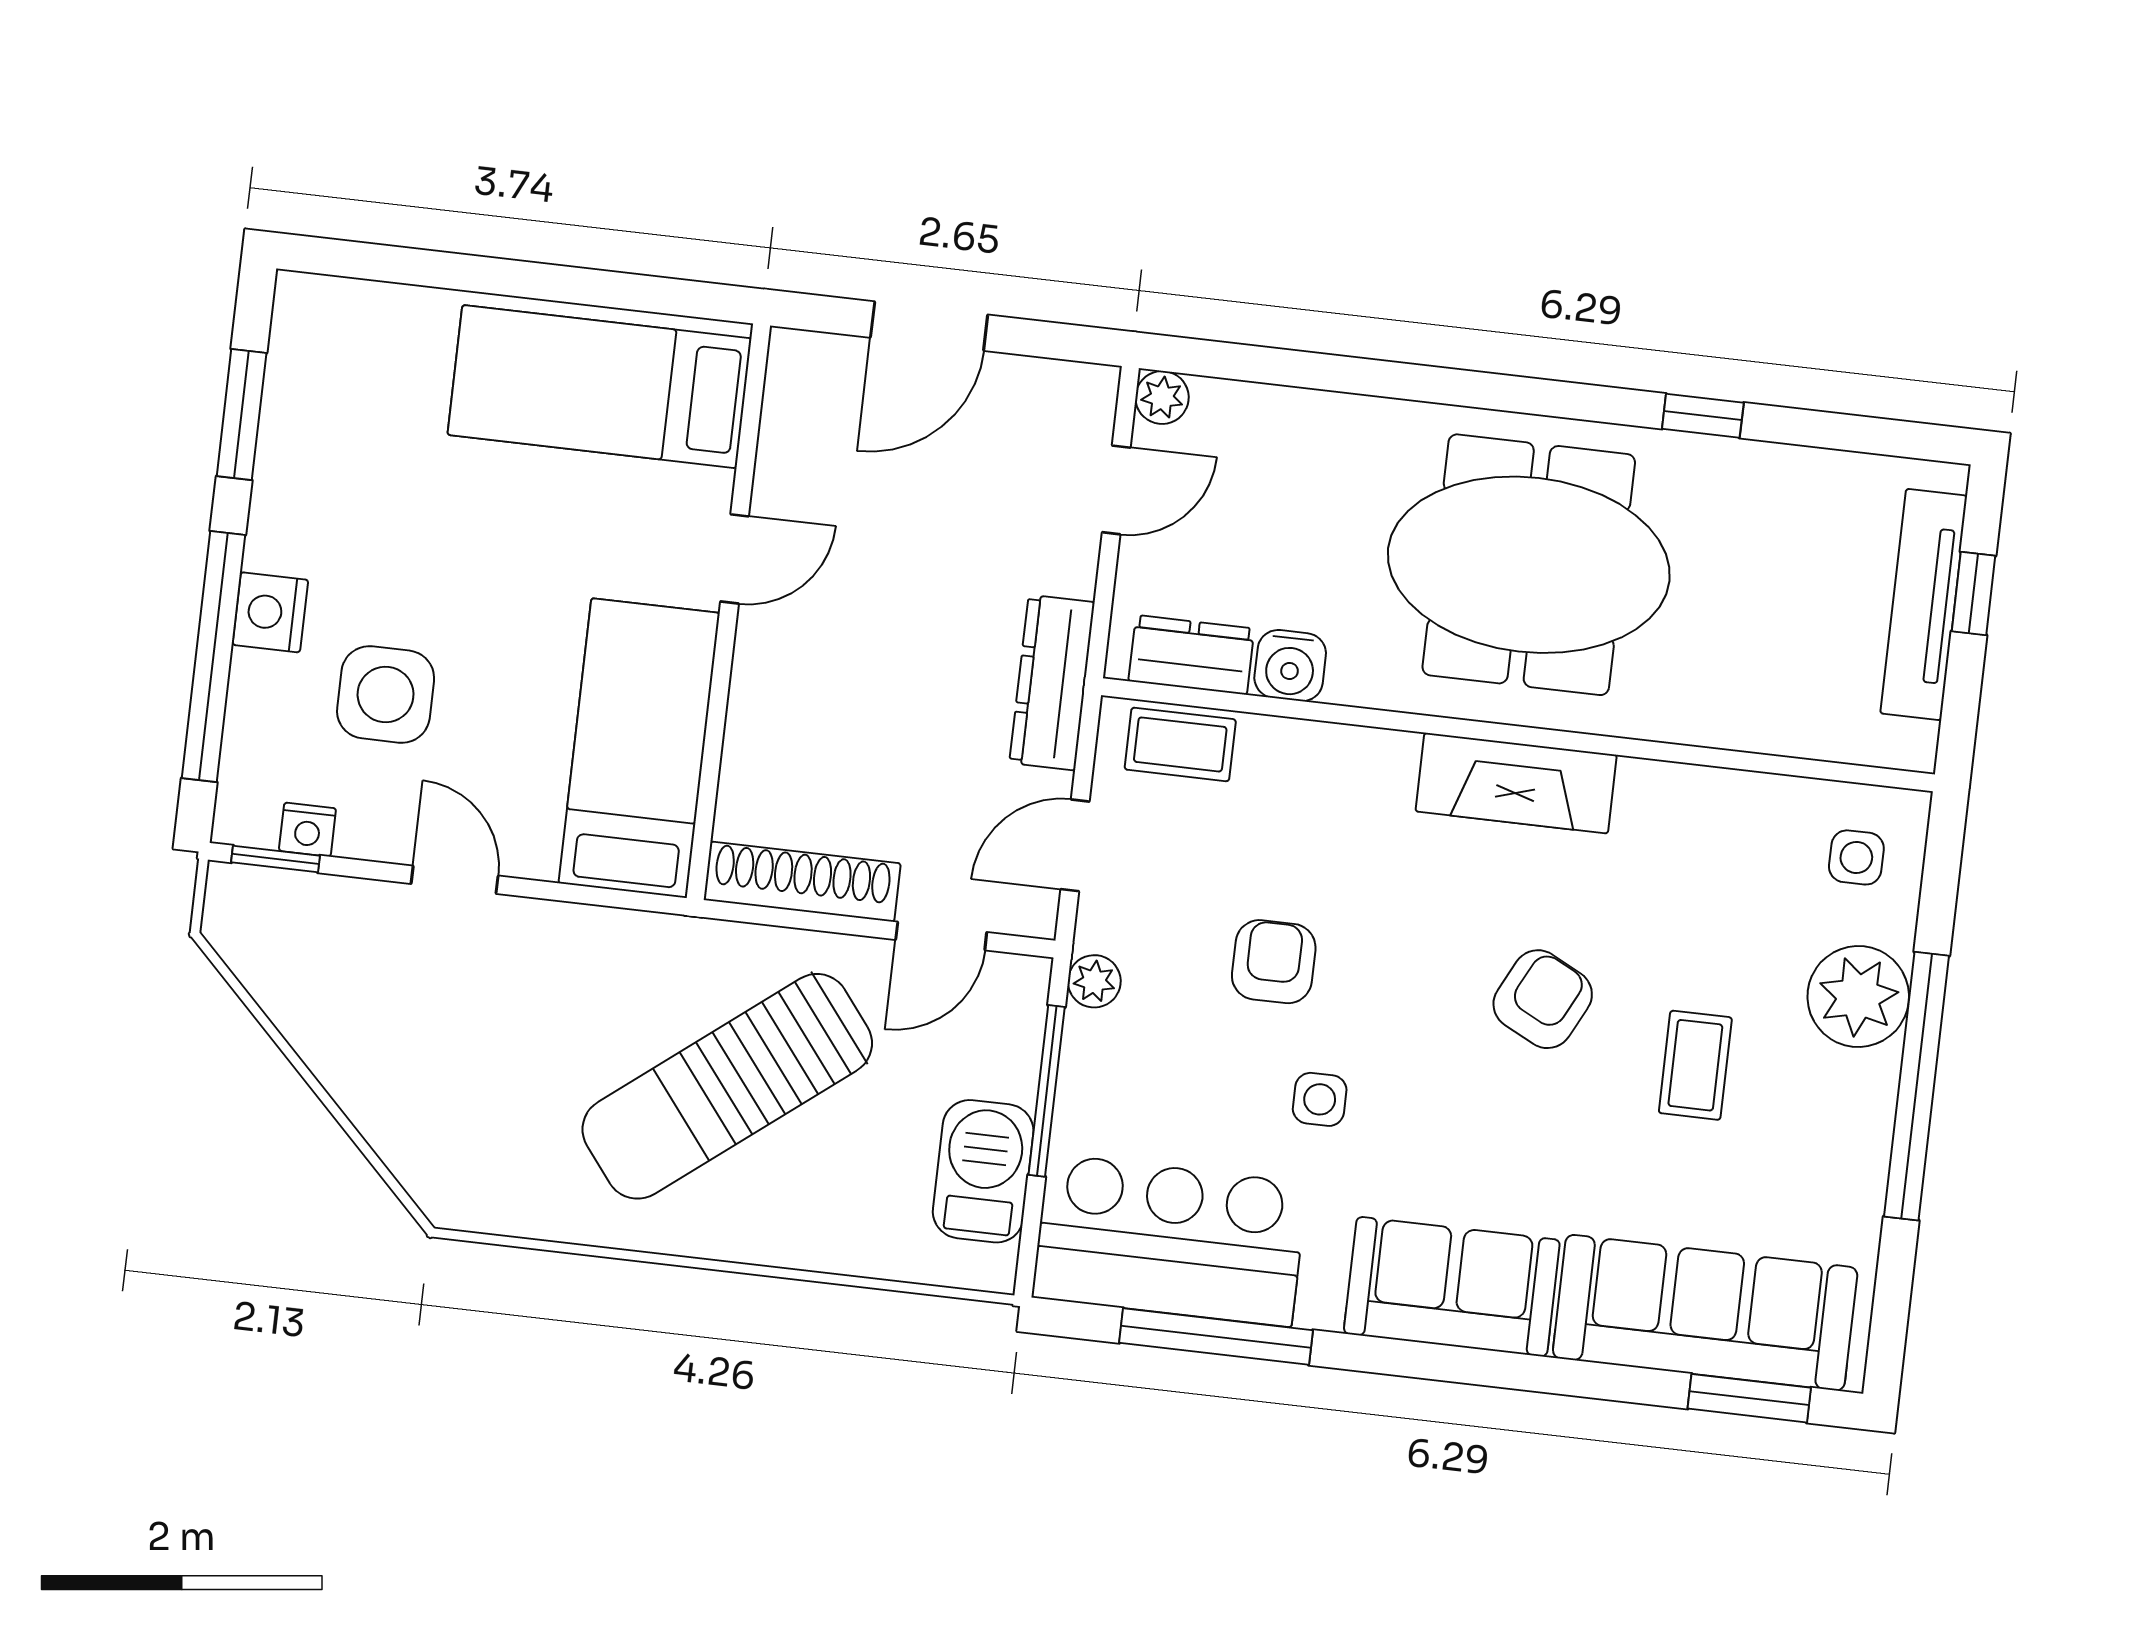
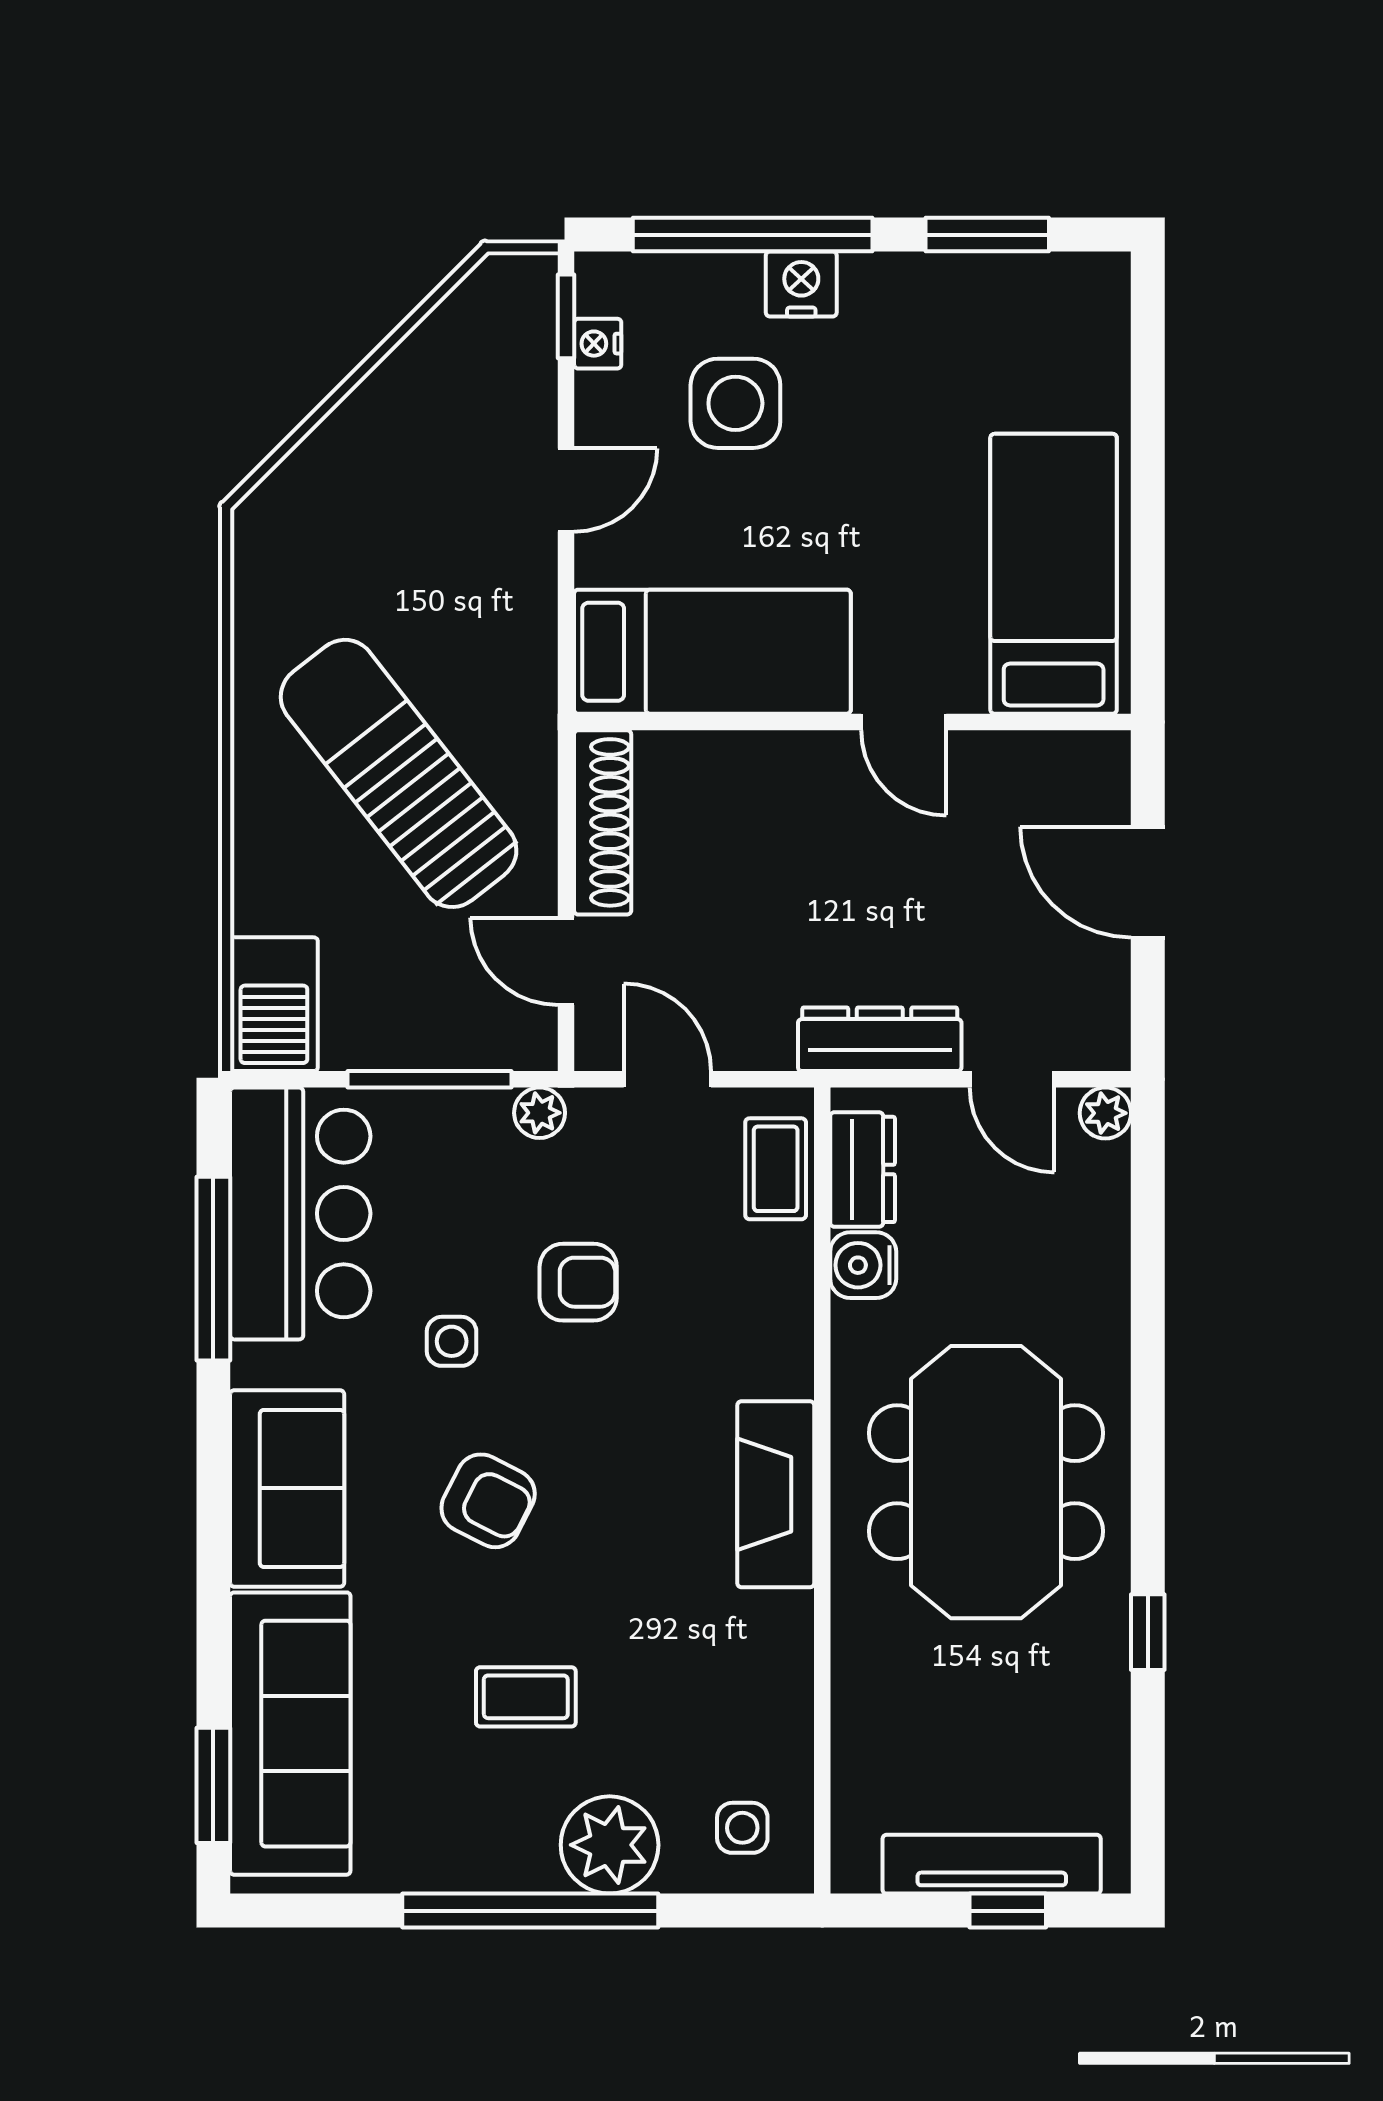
dresser: (1052, 683) -> (880, 1039), moved
armchair: (1543, 999) -> (488, 1501), moved
barbecue: (983, 1171) -> (274, 1004), moved, turned 90

